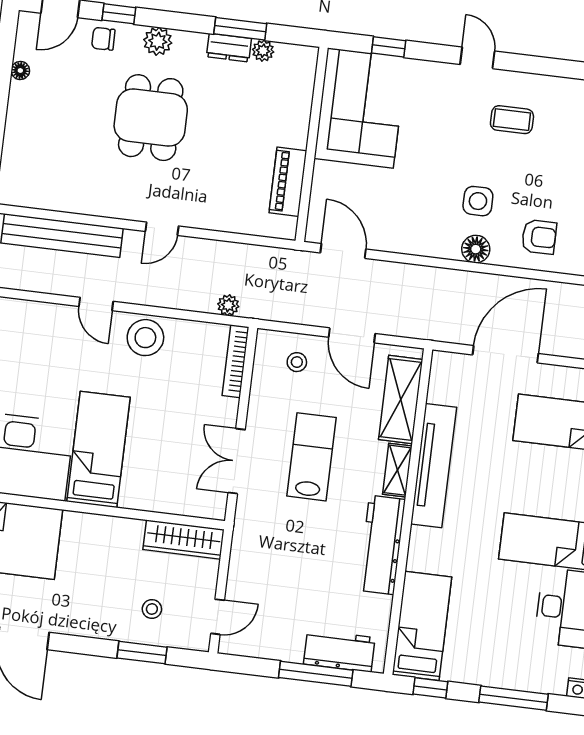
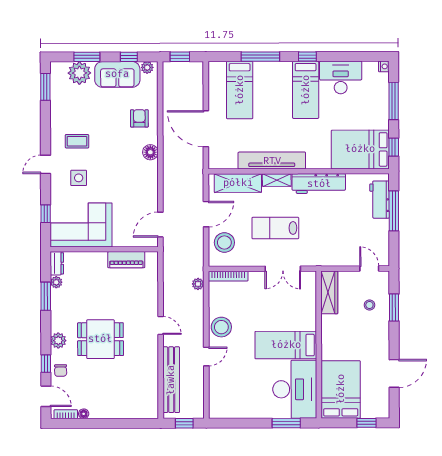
bookcase: (24, 38) -> (66, 414), added
dresser: (229, 48) -> (57, 263), moved
coffee table: (512, 120) -> (77, 141), turned 90
side table: (478, 201) -> (79, 178), moved
stool: (297, 362) -> (224, 242), width x1.89, depth x1.89
bed: (422, 626) -> (360, 149), width x1.50

